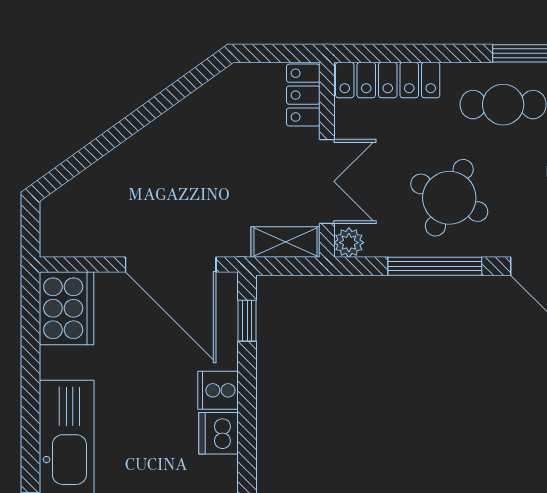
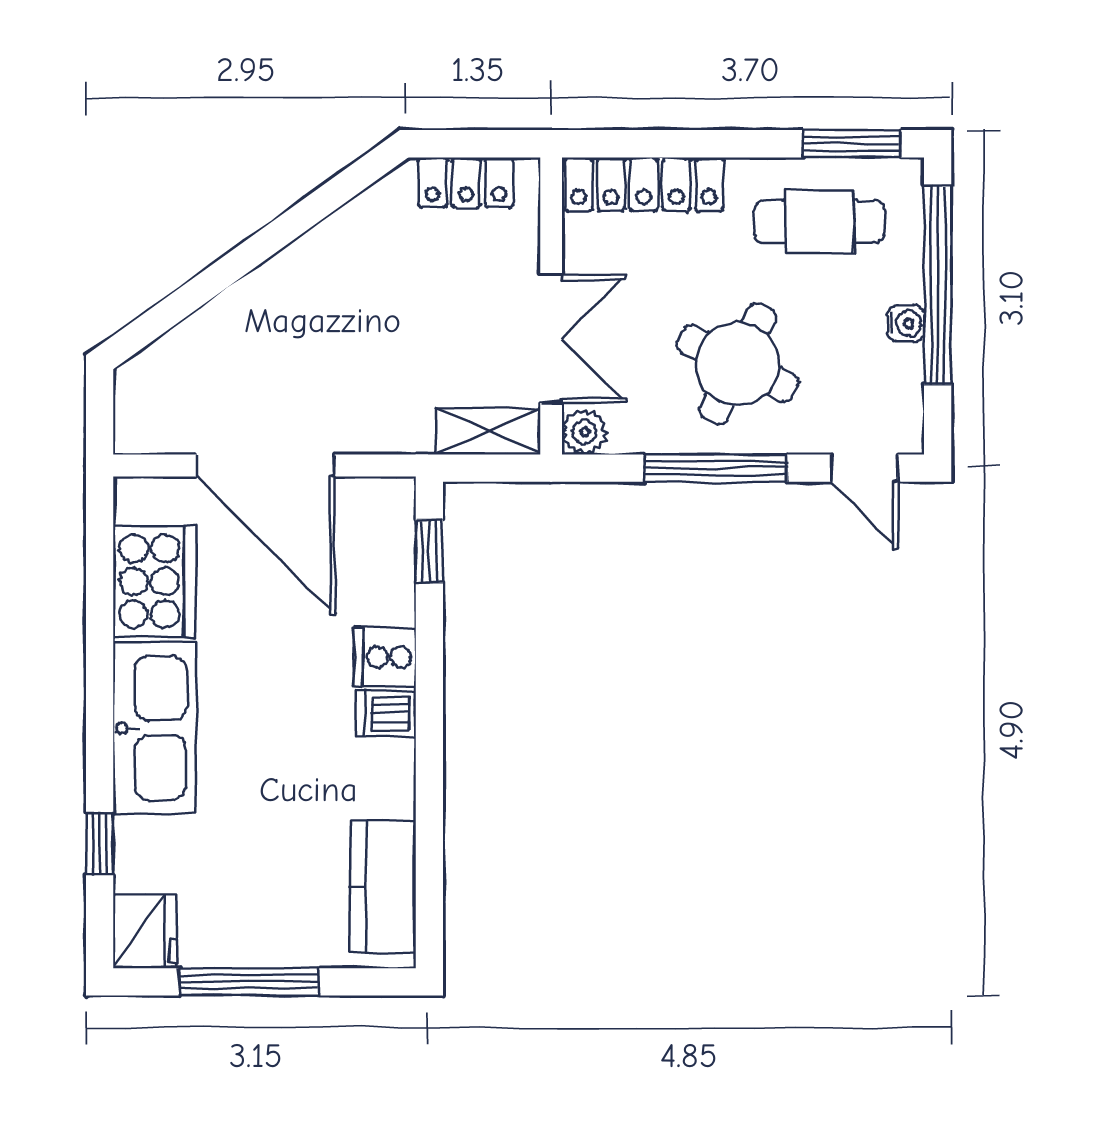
locker: (303, 95) -> (466, 183), moved, turned -90
door: (171, 265) -> (265, 465), moved
cooker: (66, 308) -> (154, 581), moved
dishwasher: (219, 433) -> (386, 714), width x0.73

